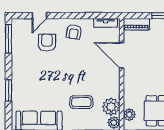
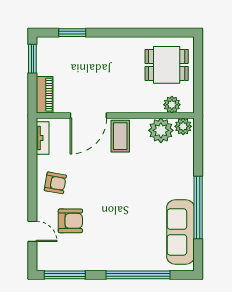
armchair: (47, 43) -> (70, 221), turned 180
window: (9, 91) -> (138, 275), width x2.11
coffee table: (81, 102) -> (120, 136), moved

